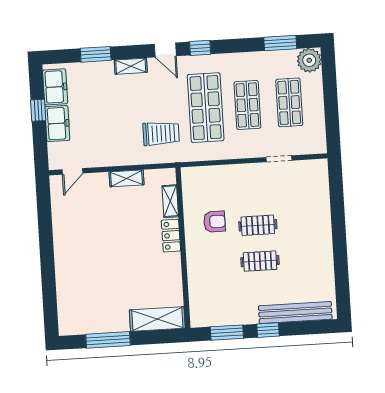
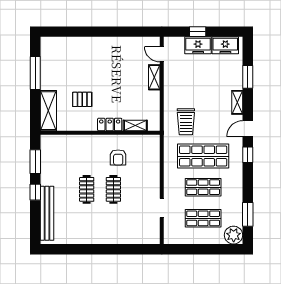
window: (38, 110) -> (198, 32), moved
shelving: (127, 178) -> (154, 77), moved
pallet: (140, 275) -> (82, 99), added

